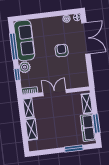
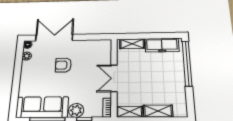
window: (96, 124) -> (158, 36), removed
window: (74, 148) -> (187, 63), width x2.11

